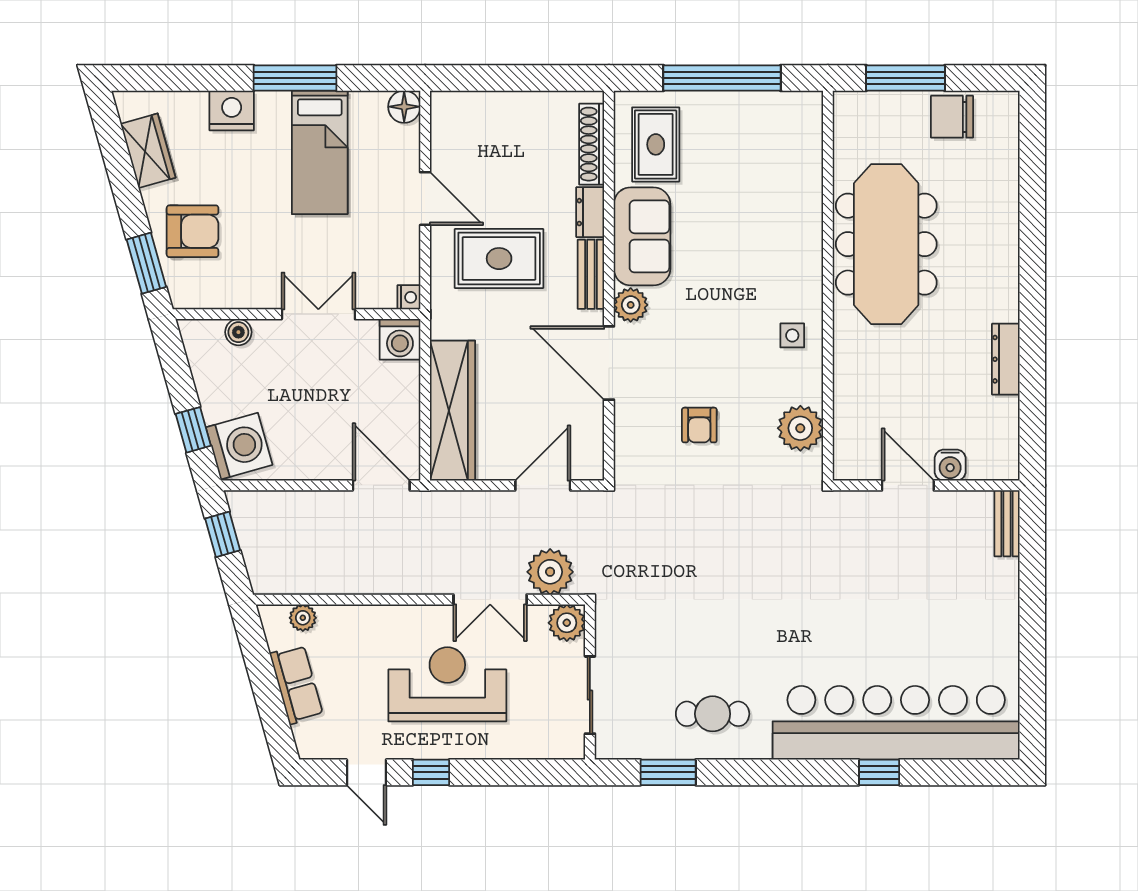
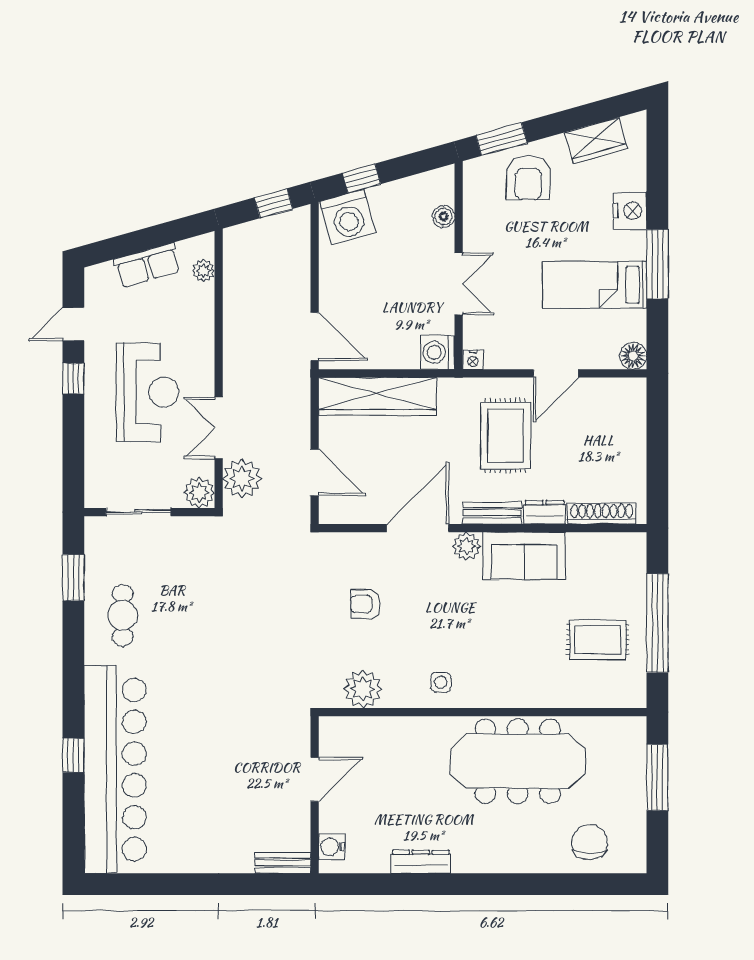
chair: (952, 117) -> (590, 842), moved
rug: (656, 144) -> (598, 640), moved
water cooler: (950, 465) -> (332, 847), moved
door: (381, 485) -> (315, 337), hinge flipped

